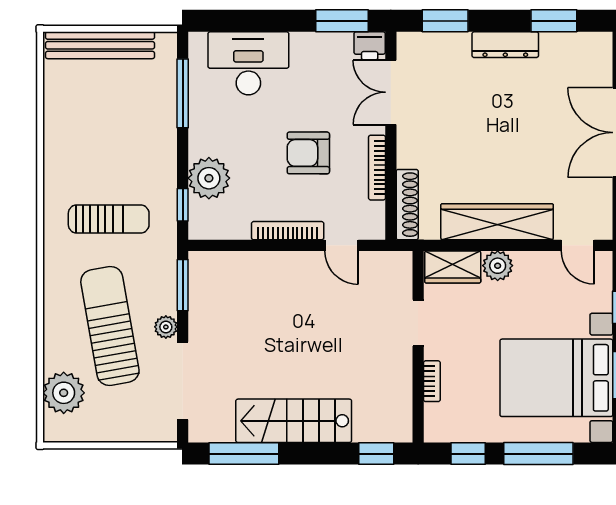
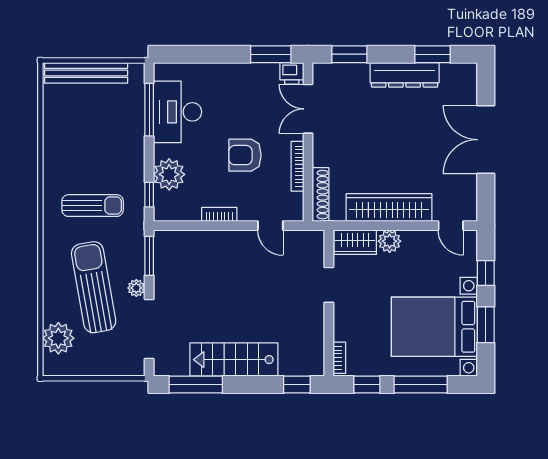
dresser: (505, 45) -> (405, 75), width x1.37, depth x1.24
desk: (248, 63) -> (177, 112), moved, turned -90
bookcase: (288, 231) -> (219, 214), width x0.64
bookcase: (432, 381) -> (339, 358), moved

